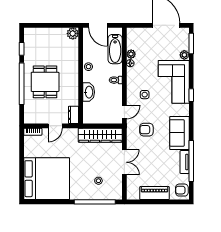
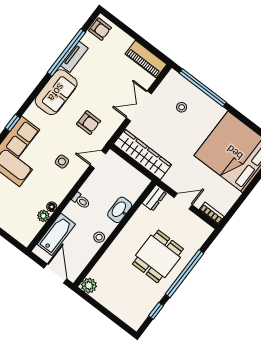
piano: (154, 193) -> (146, 59), moved

